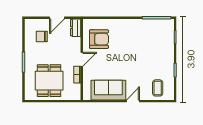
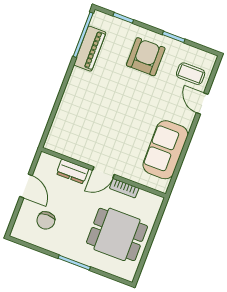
piano: (150, 25) -> (90, 49), added
dresser: (76, 28) -> (72, 171), moved
armchair: (99, 39) -> (146, 57), moved
door: (82, 59) -> (103, 172), swing flipped
door: (133, 101) -> (202, 104), moved

